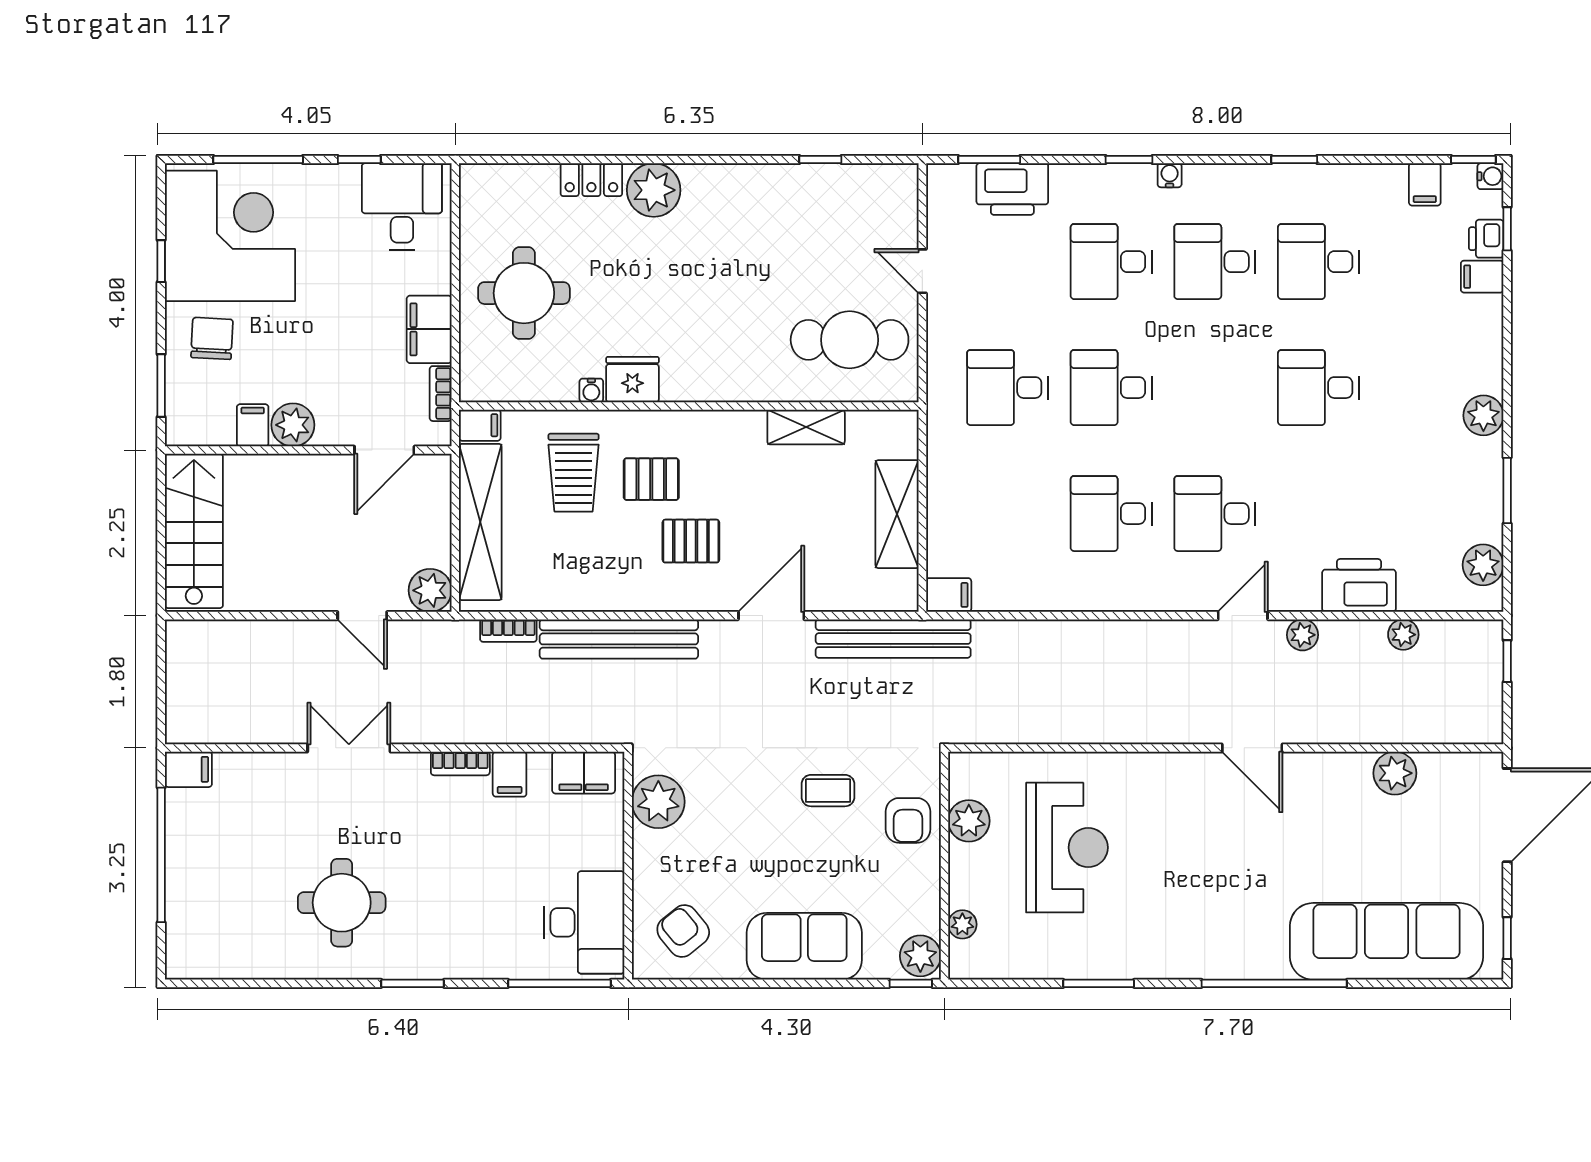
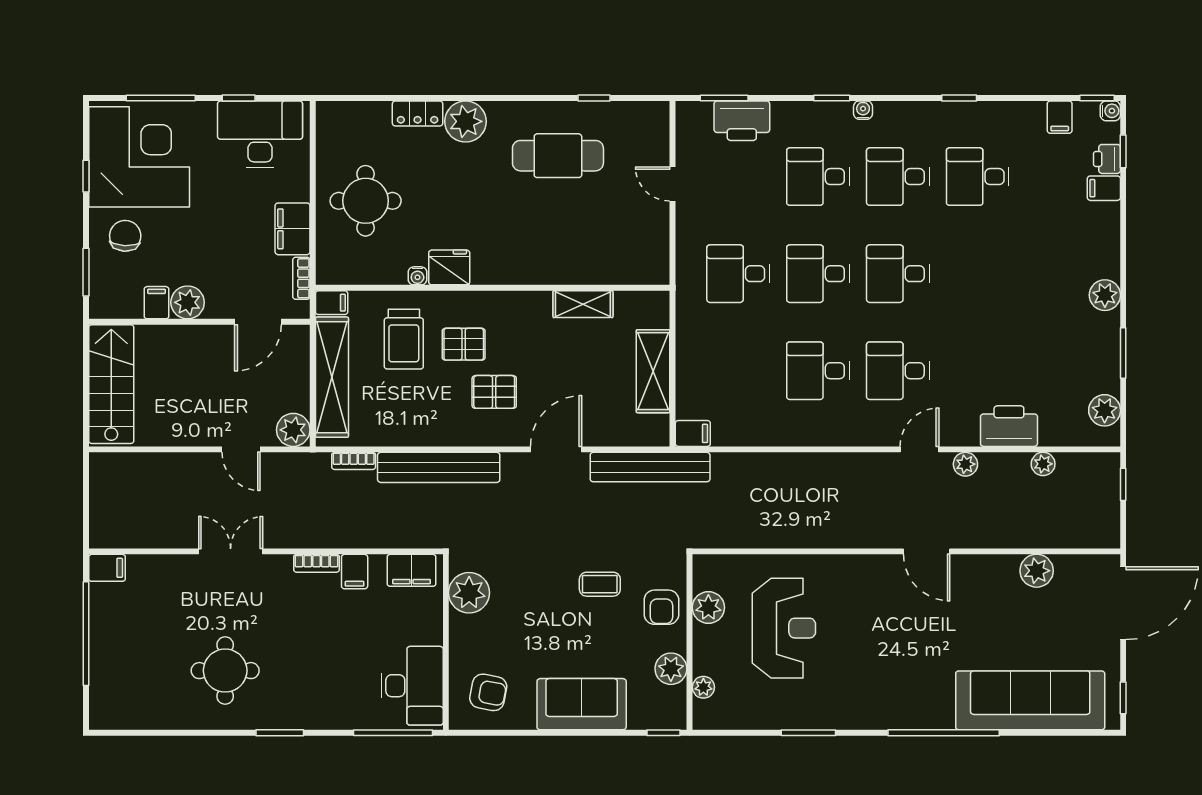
desk: (402, 206) -> (260, 134), width x1.37
cafe table: (850, 340) -> (558, 156), moved
desk: (1318, 388) -> (898, 274), moved
armchair: (683, 931) -> (488, 692), turned 140
plant: (920, 956) -> (671, 669), moved

